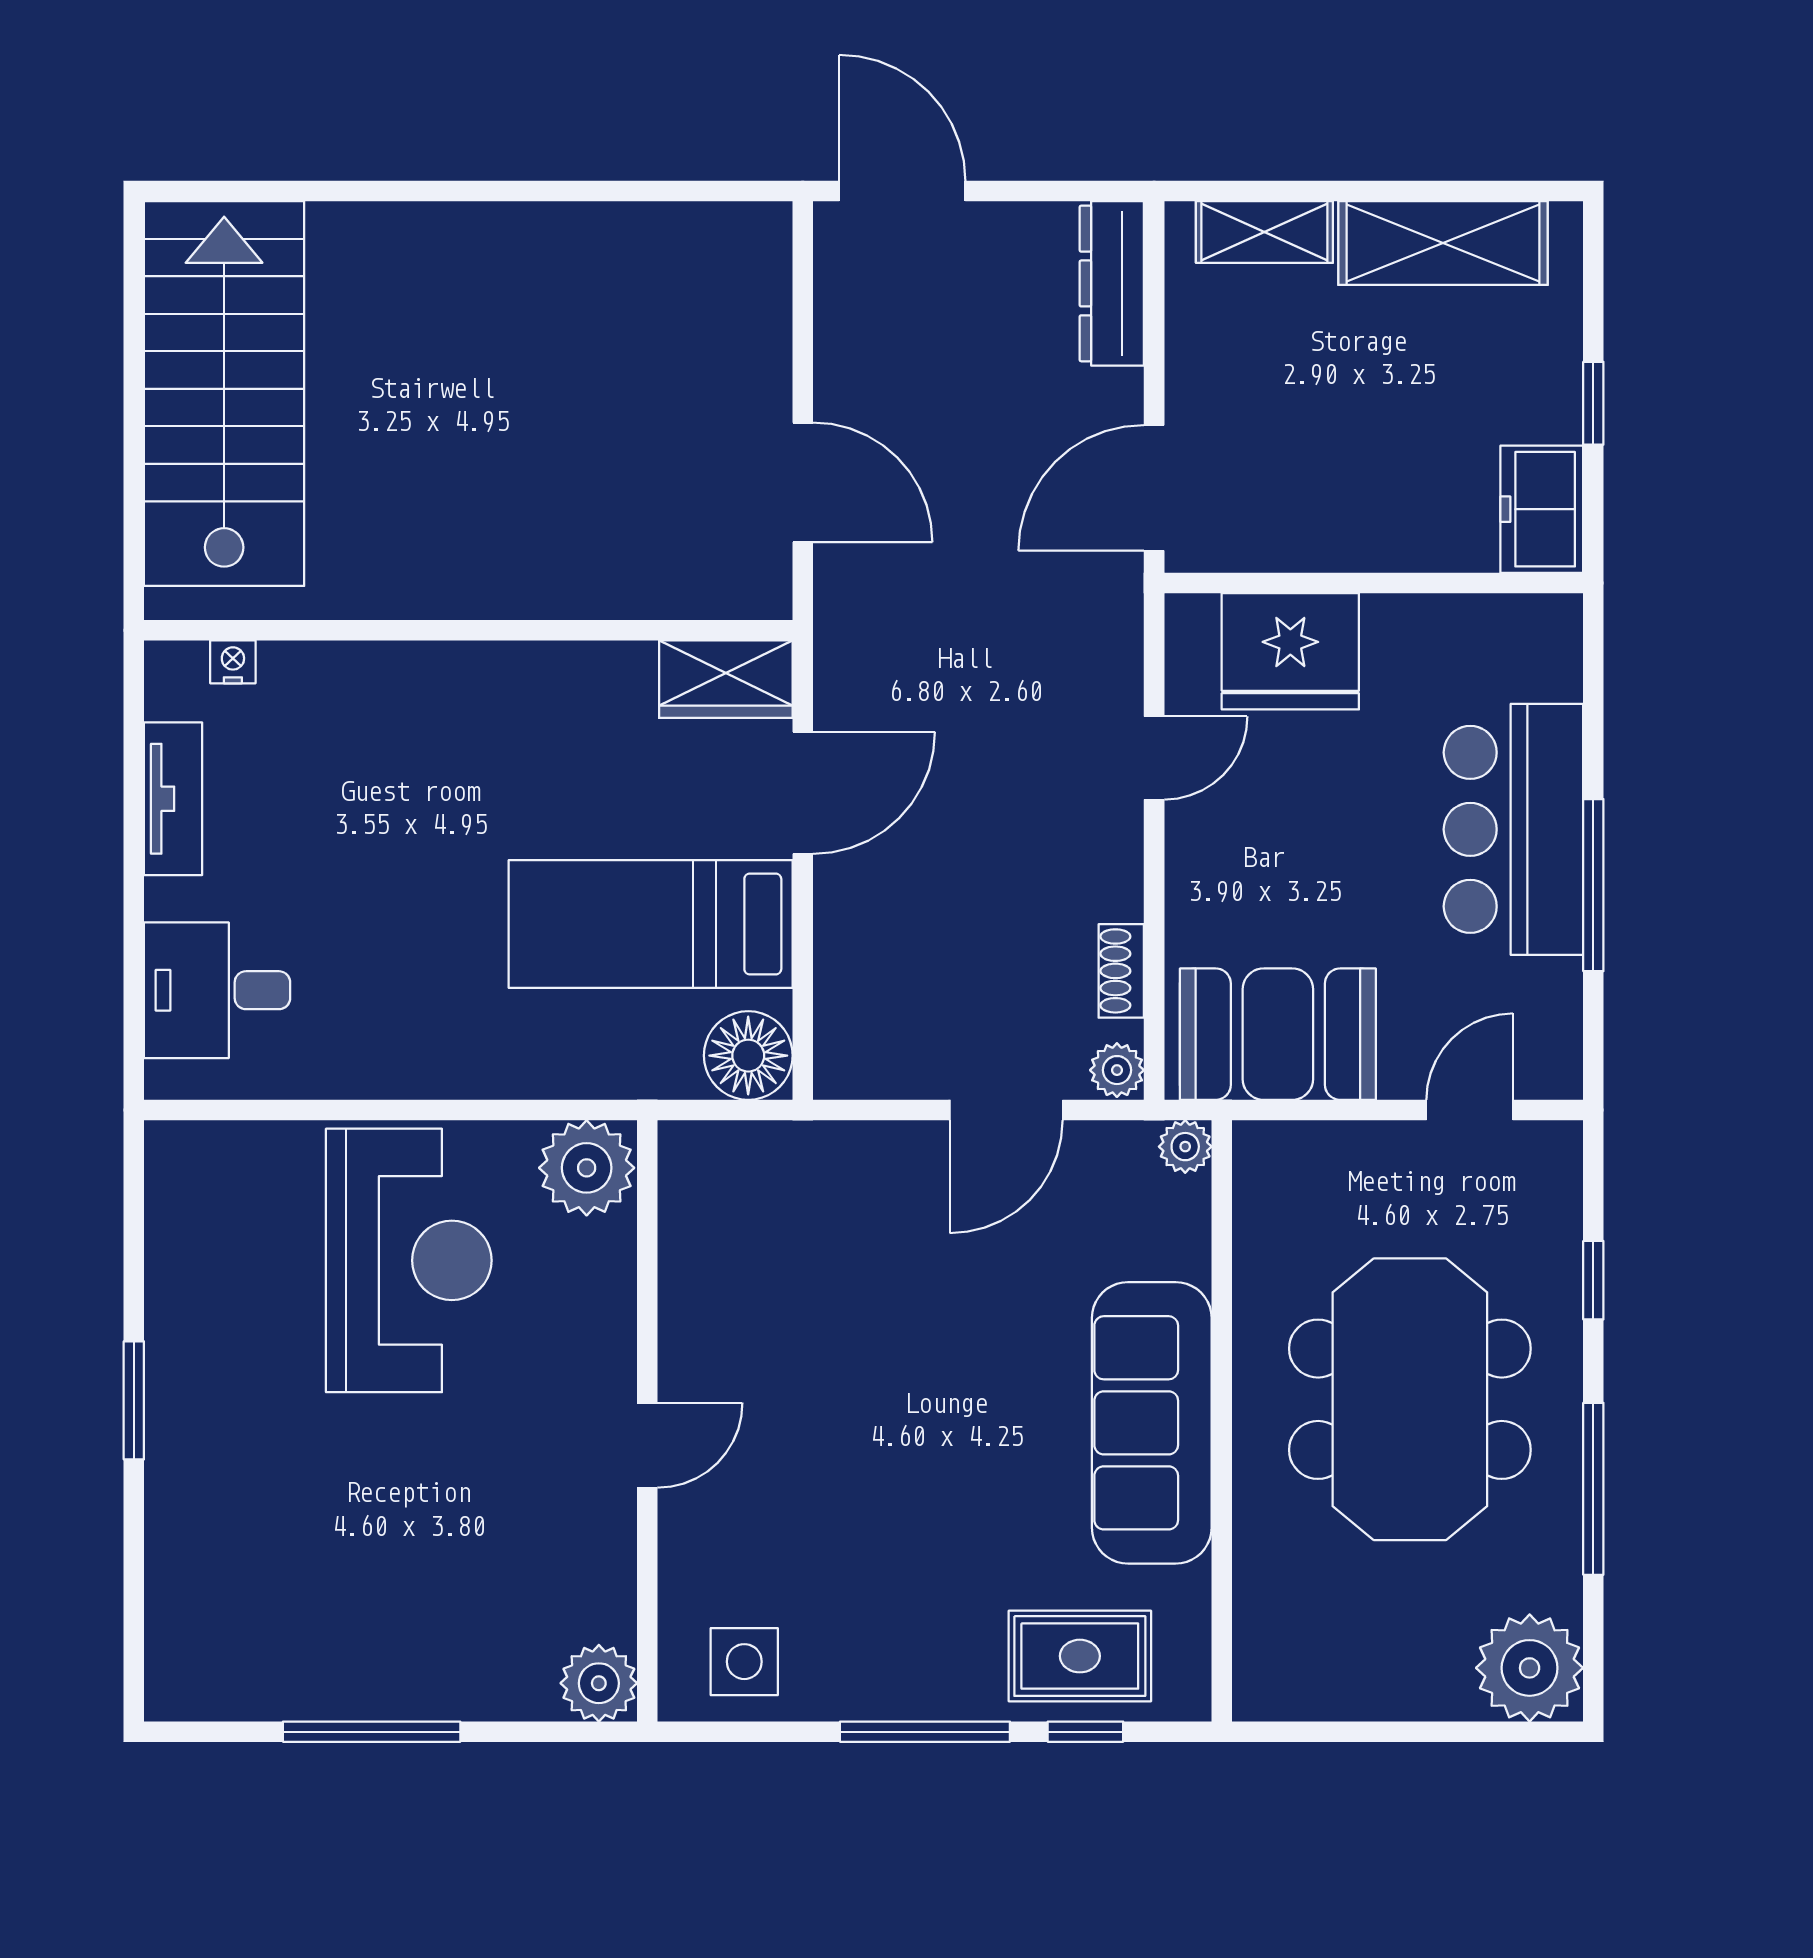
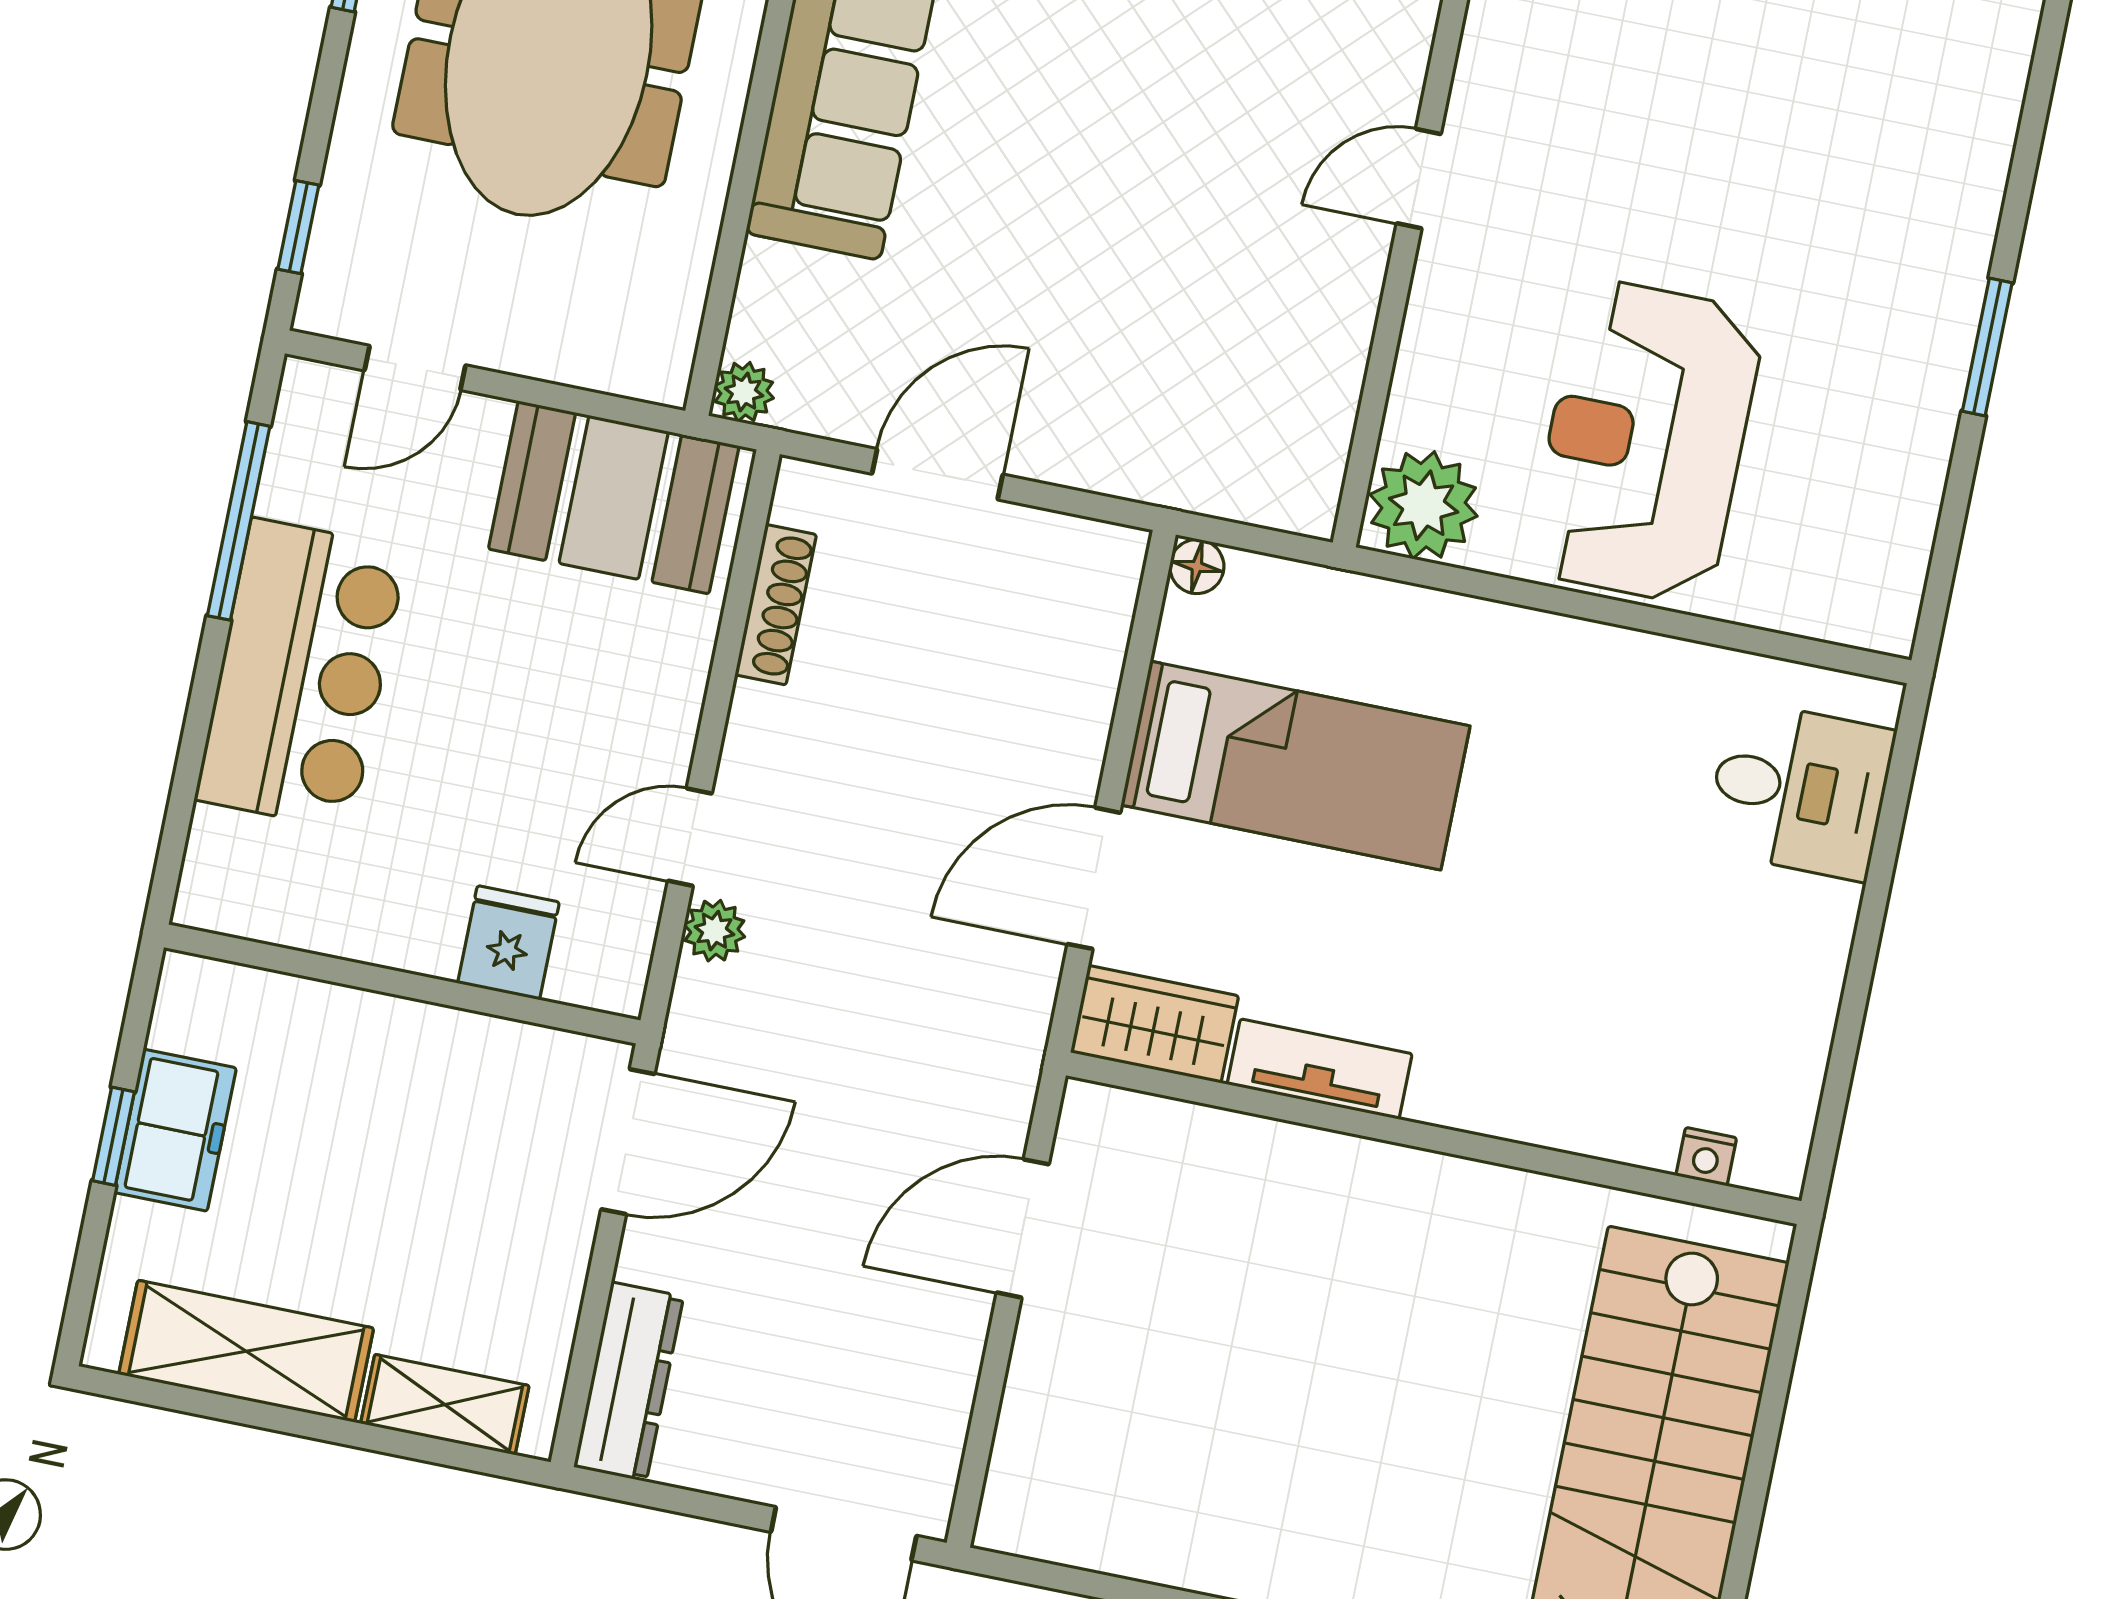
door: (803, 482) -> (1023, 1228), hinge flipped
freezer: (1542, 509) -> (175, 1130), moved
fridge: (1290, 651) -> (508, 943), width x0.53, depth x0.75
tv unit: (173, 799) -> (1320, 1069), moved, turned 90
window: (1593, 885) -> (239, 521), moved
shoe rack: (1121, 971) -> (776, 605), width x1.43
floor lamp: (748, 1056) -> (1197, 566), width x0.53, depth x0.53
plant: (1117, 1070) -> (714, 931), moved
window: (1593, 1280) -> (298, 227), moved

